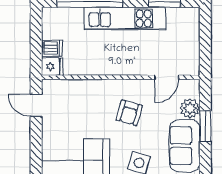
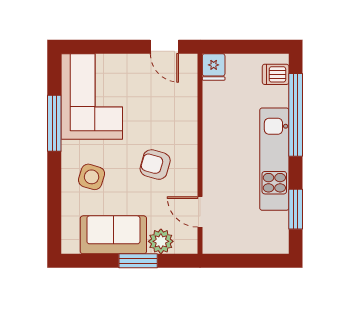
dishwasher: (52, 48) -> (276, 74), moved, turned 90
door: (36, 105) -> (164, 47), swing flipped

